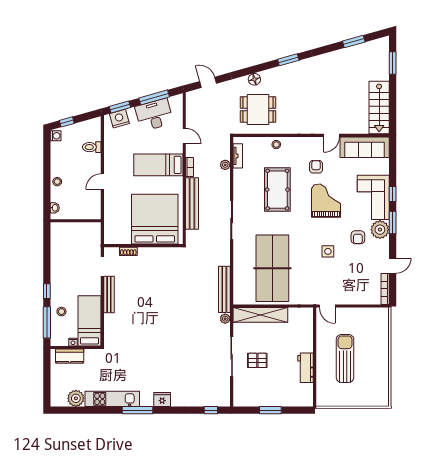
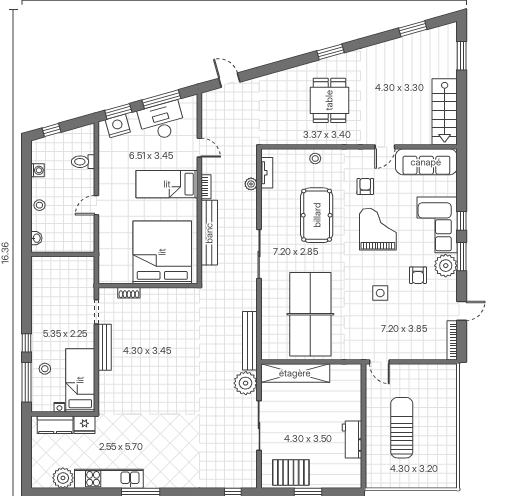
floor lamp: (254, 79) -> (288, 76), removed
dining table: (258, 109) -> (329, 100), moved, turned 90
washing machine: (56, 136) -> (38, 170), moved
plant: (225, 319) -> (246, 383), width x1.88, depth x1.88
pallet: (257, 360) -> (291, 472), moved, width x1.50, depth x1.42
fridge: (162, 399) -> (84, 425), moved, turned 180

